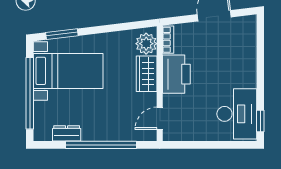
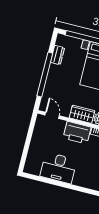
desk: (237, 114) -> (58, 168), moved
window: (260, 121) -> (35, 177), removed

